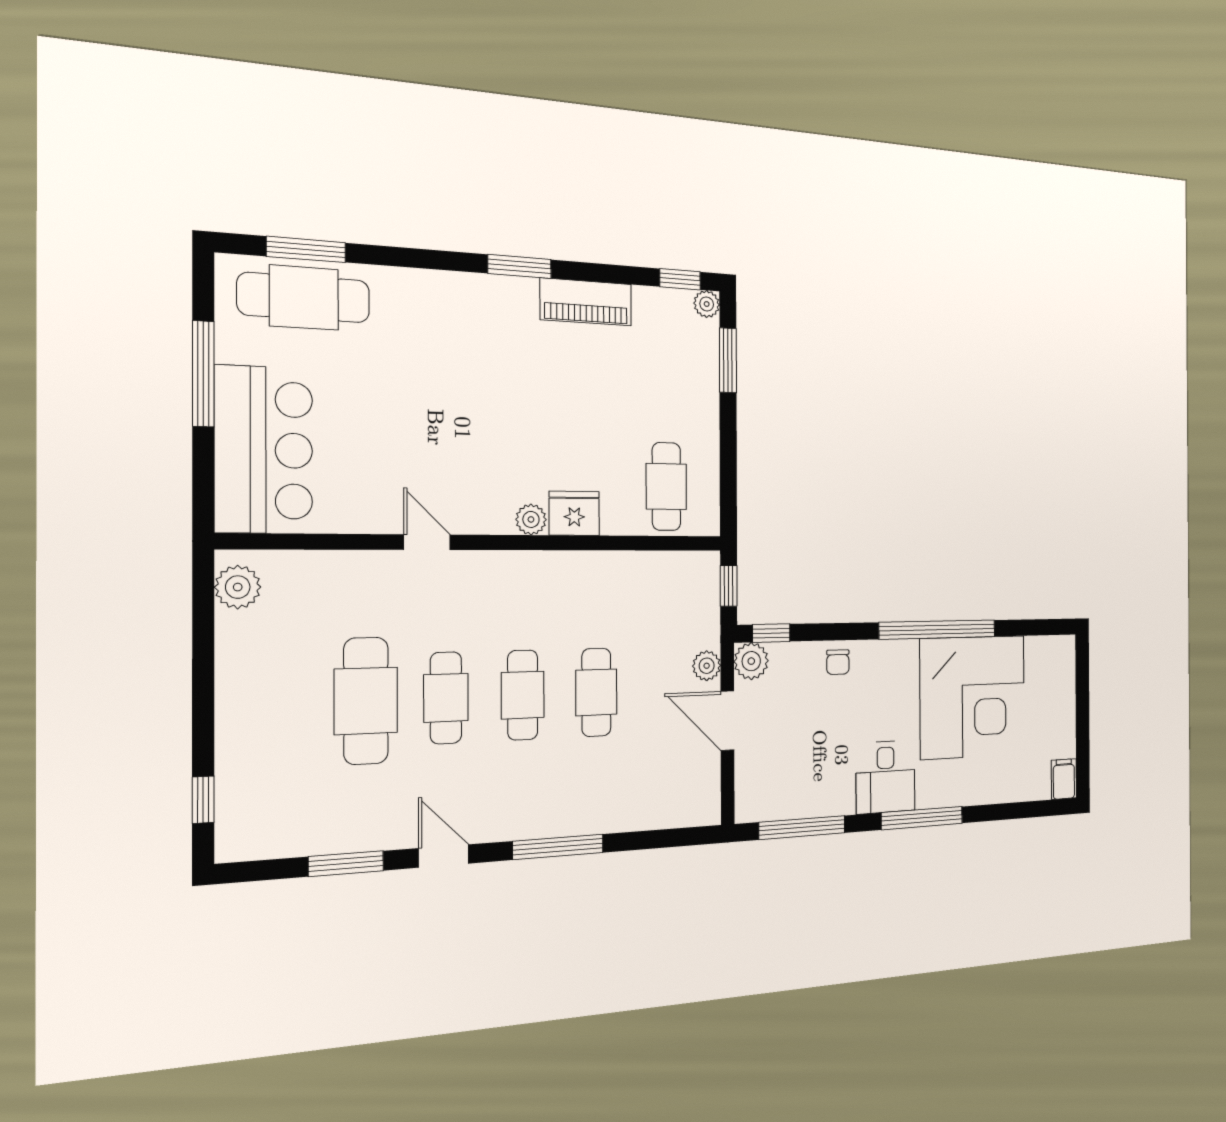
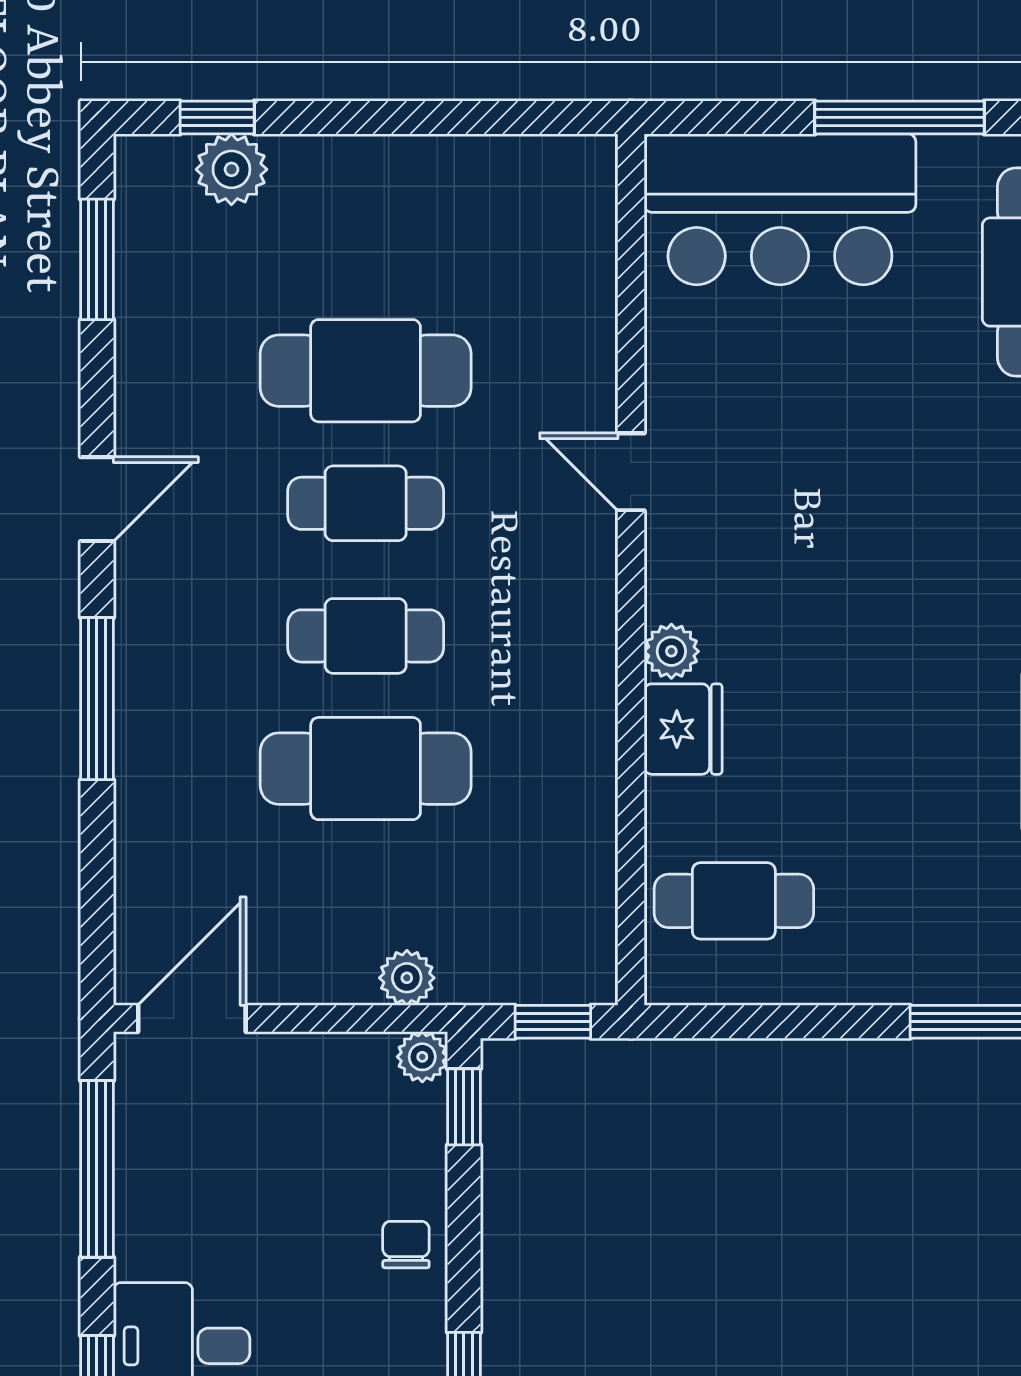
door: (427, 542) -> (631, 472), swing flipped
plant: (238, 587) -> (231, 169), moved
plant: (751, 661) -> (422, 1057), width x0.73, depth x0.73
chair: (838, 662) -> (406, 1245), turned 90
cafe table: (596, 692) -> (366, 769), width x1.37, depth x1.35
door: (727, 721) -> (192, 1018), moved
window: (346, 864) -> (97, 259), moved

